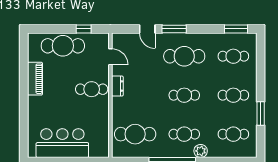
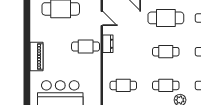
piano: (35, 79) -> (37, 57), moved
cafe table: (135, 134) -> (123, 85), width x0.73, depth x0.74

